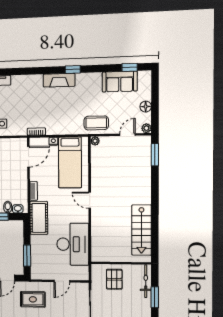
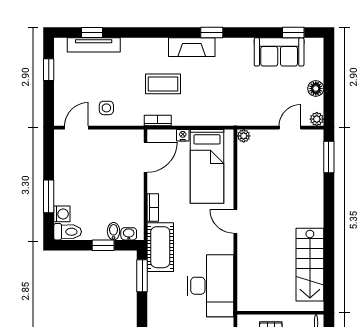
coffee table: (96, 123) -> (163, 84), moved
window: (27, 256) -> (142, 276), moved

